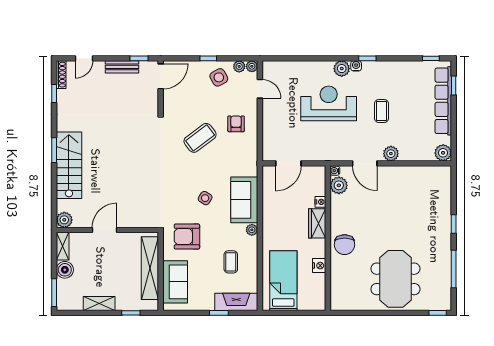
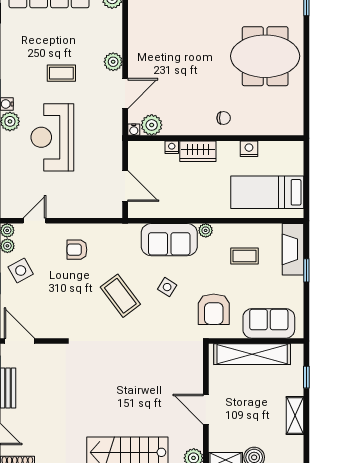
coffee table: (200, 138) -> (120, 296), moved
chair: (345, 245) -> (224, 118), width x0.54, depth x0.54

